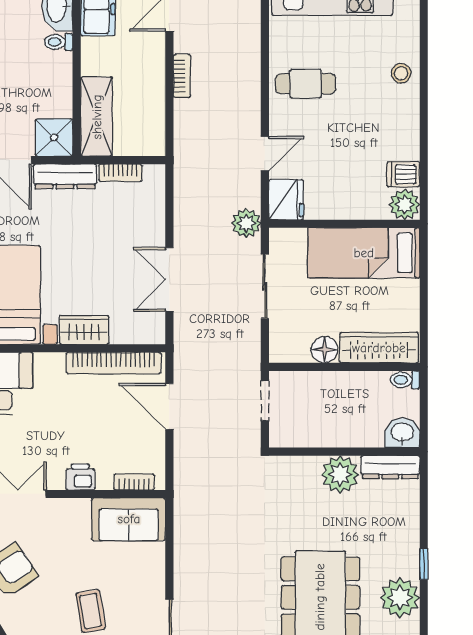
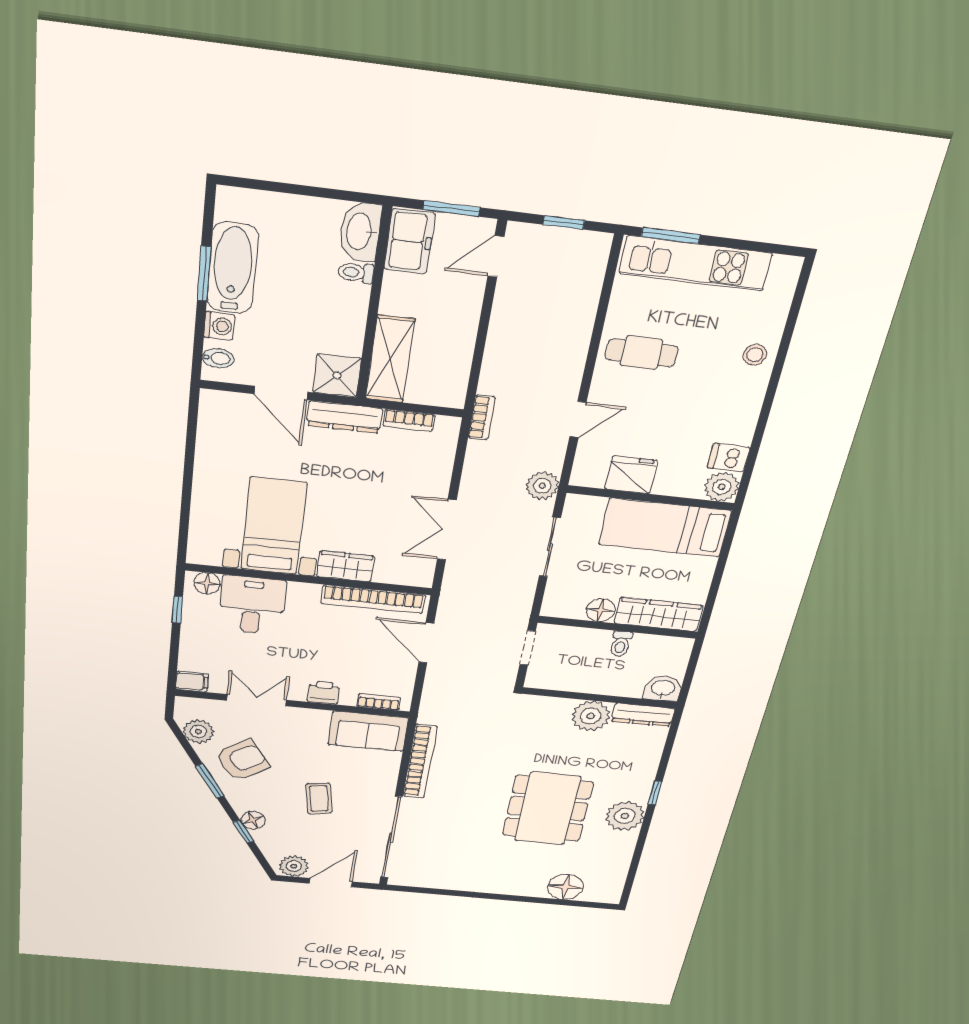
bookcase: (182, 76) -> (482, 417), moved
fridge: (286, 200) -> (631, 475), moved, turned -90
toilet: (405, 380) -> (621, 644), moved, turned -90
bookcase: (184, 551) -> (420, 761), added

